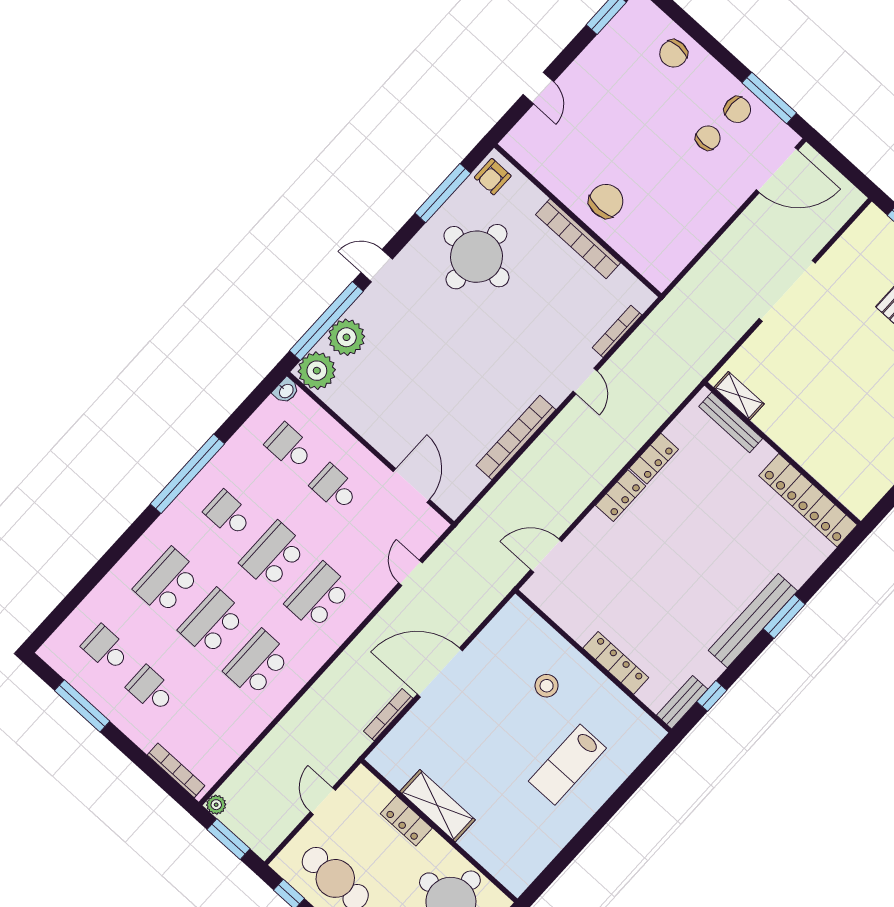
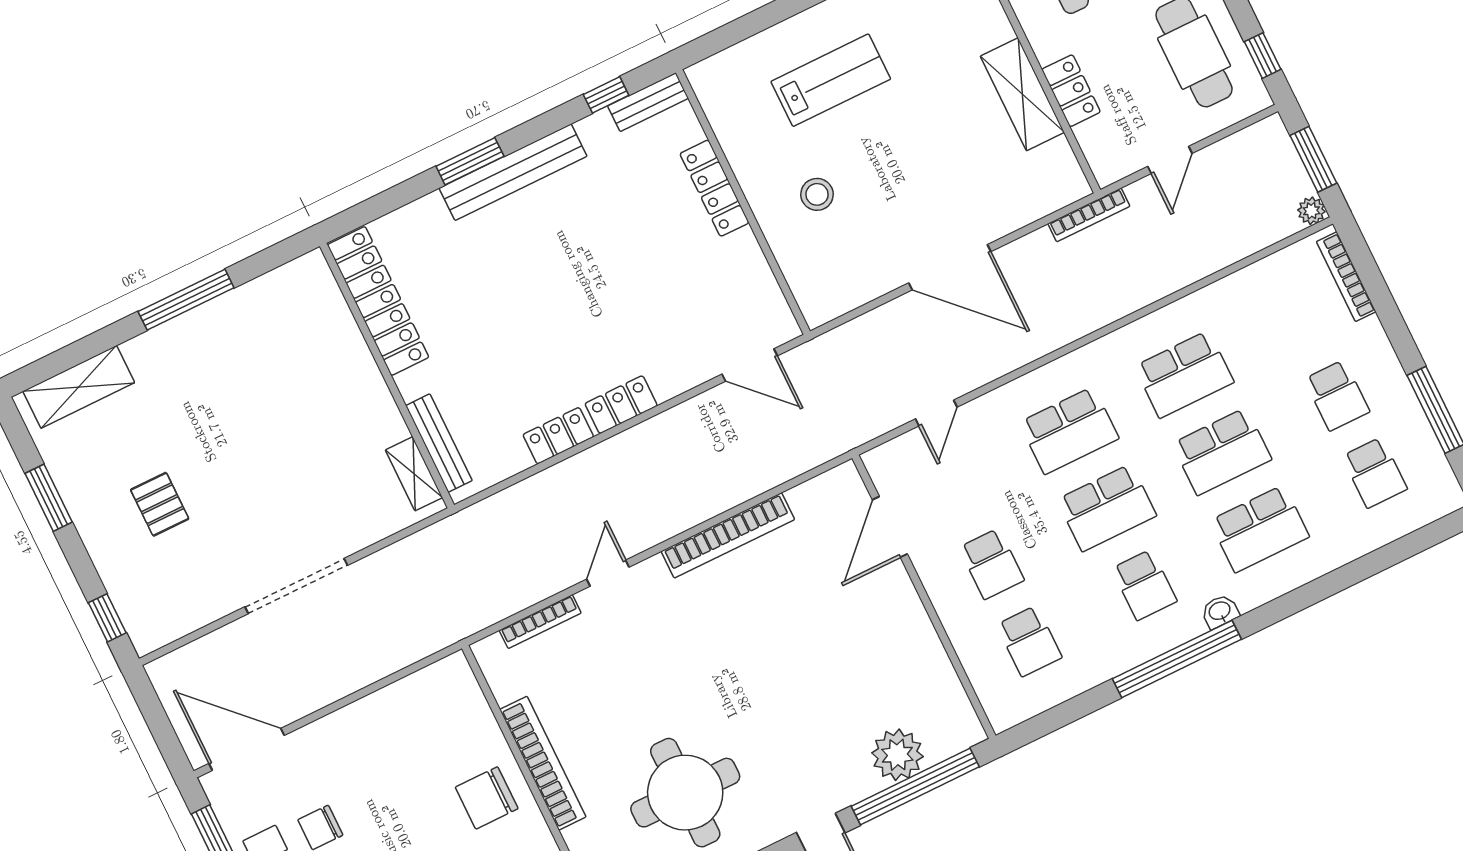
plant: (317, 371) -> (954, 727), removed
washbasin: (286, 391) -> (1220, 611), moved
bookcase: (388, 715) -> (1089, 215), moved

